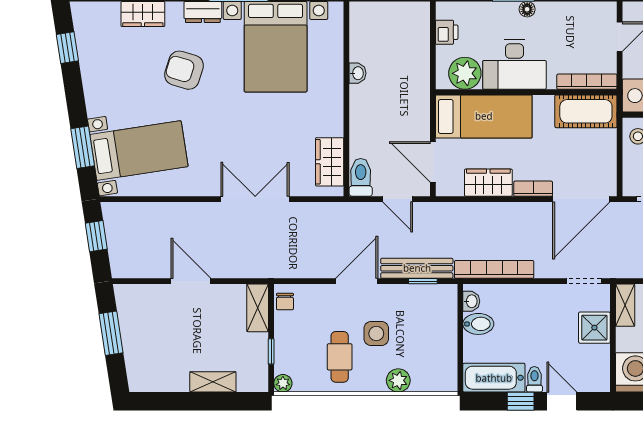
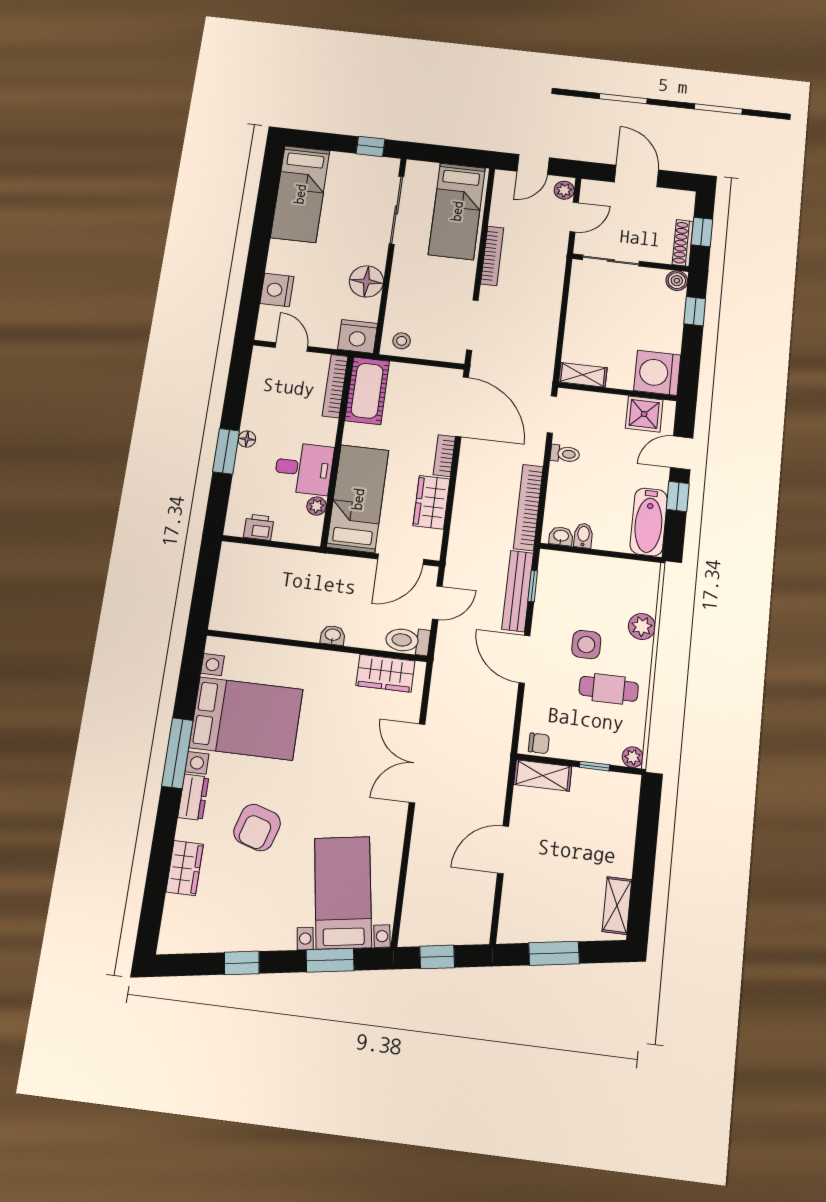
window: (67, 48) -> (242, 963), moved
desk: (514, 64) -> (304, 468), width x0.73
washbasin: (357, 73) -> (333, 635), moved
plant: (465, 73) -> (317, 506), width x0.53, depth x0.53
bidet: (478, 324) -> (583, 535), width x0.72, depth x0.74
shower: (594, 328) -> (644, 414), moved
toilet: (534, 379) -> (565, 454), moved, turned 180
shelving: (213, 382) -> (617, 906), moved

